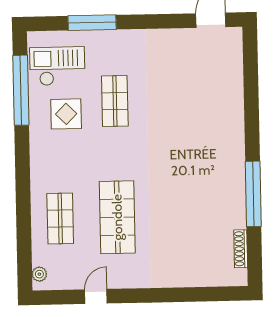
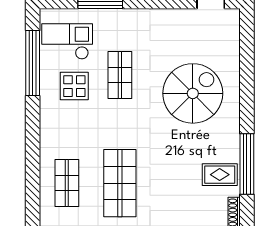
spiral stairs: (194, 119) -> (193, 93), added
rug: (224, 206) -> (220, 175), added

